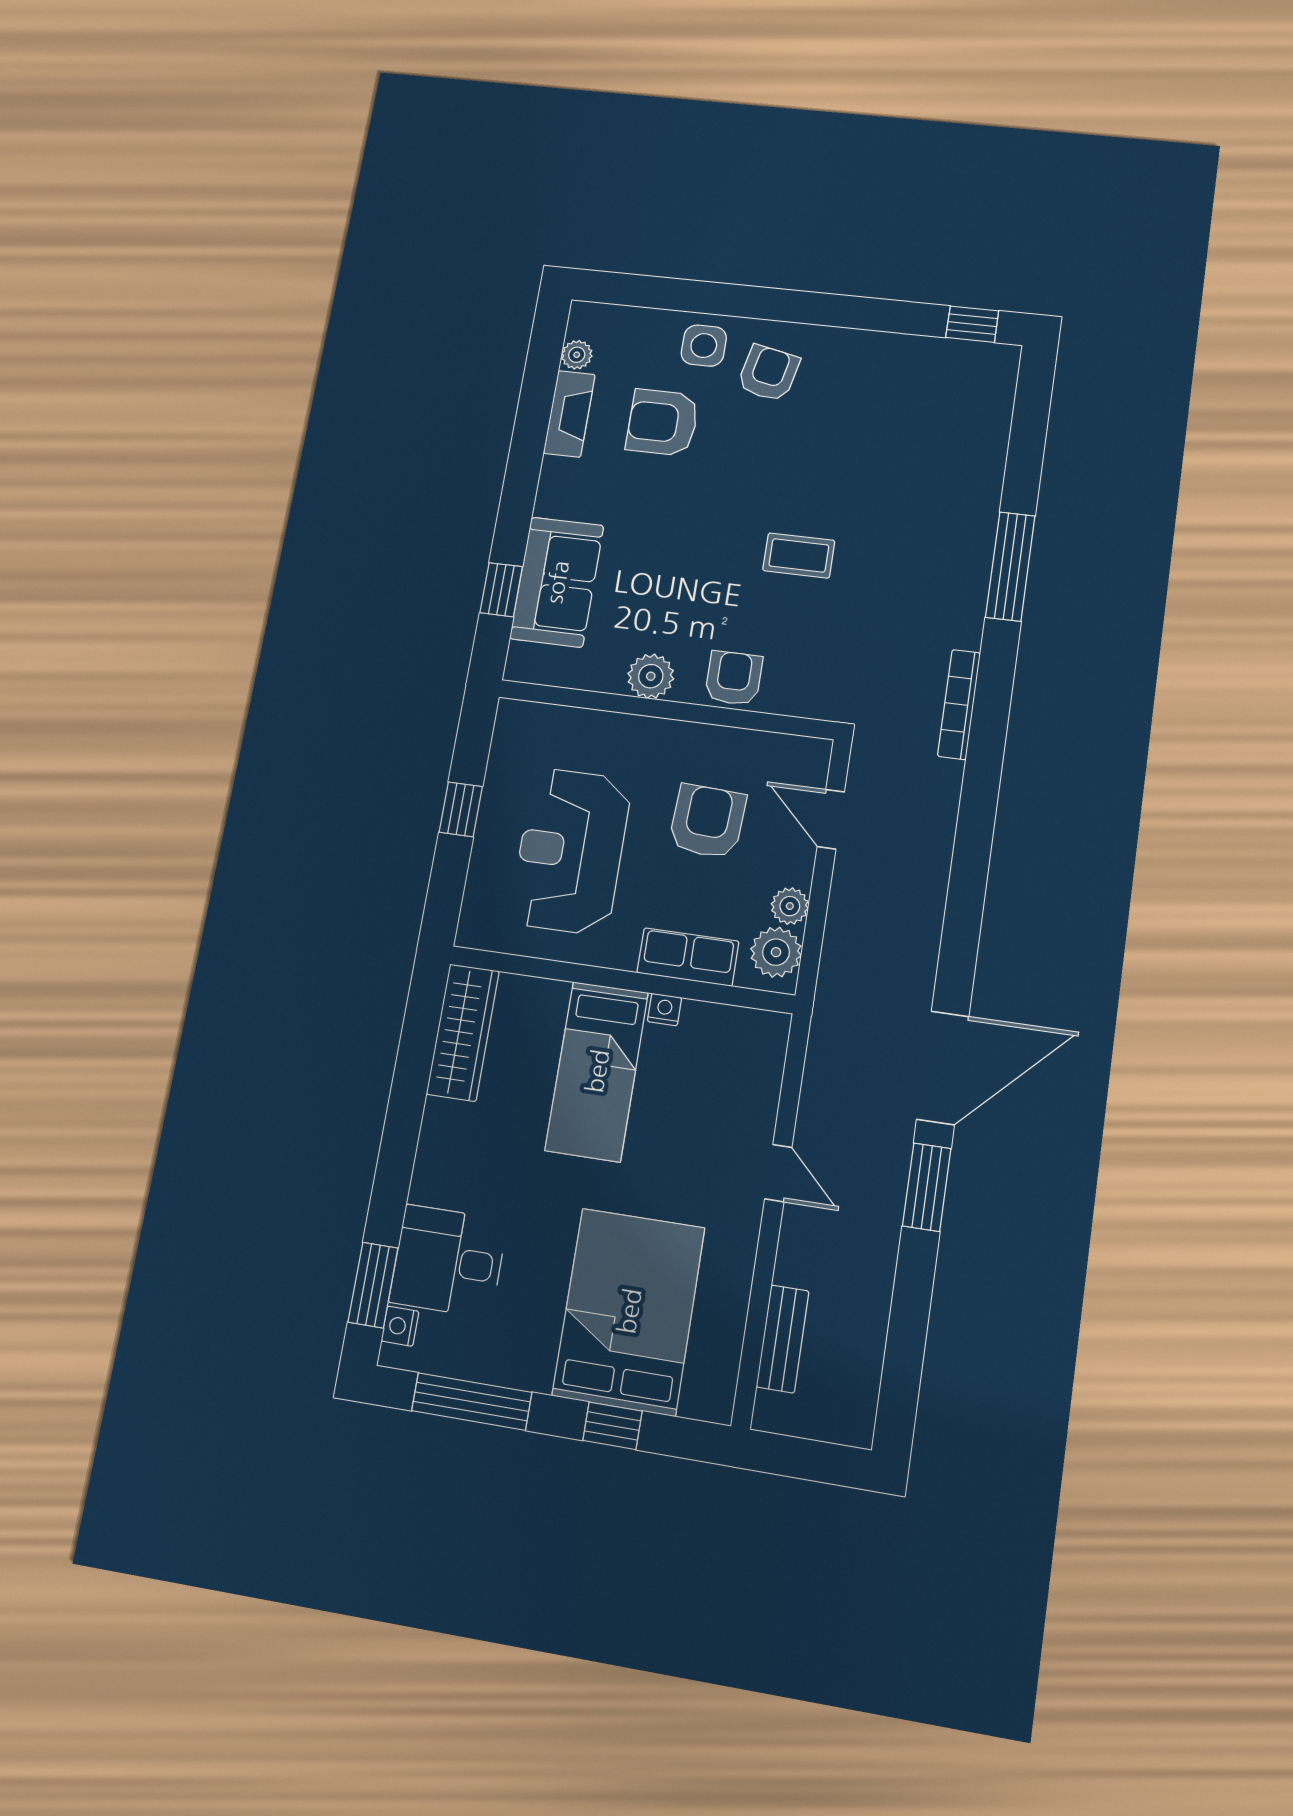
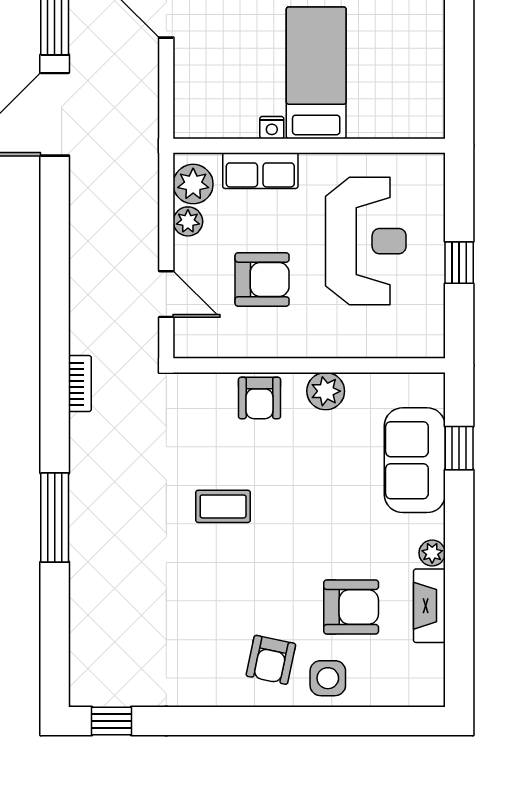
plant: (577, 355) -> (432, 553), moved
bookcase: (959, 704) -> (80, 384), width x0.64
armchair: (707, 821) -> (262, 279), turned -93
wardrobe: (463, 1032) -> (425, 87), removed

